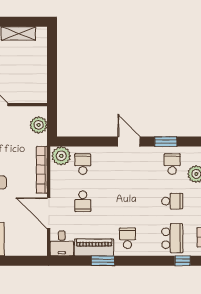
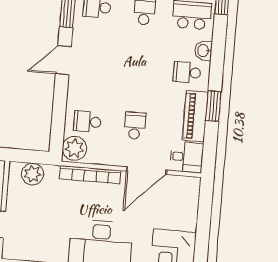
school desk: (83, 201) -> (135, 126), turned -90
washbasin: (146, 250) -> (203, 50), added

